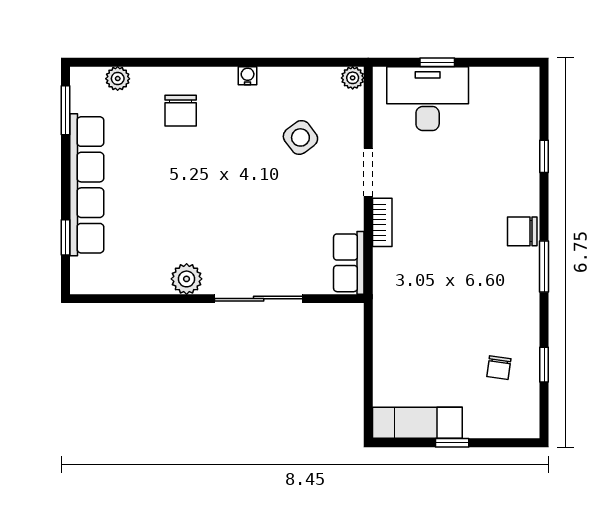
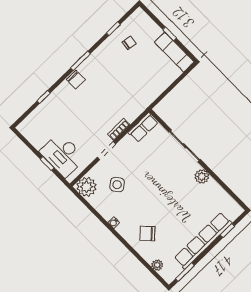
plant: (353, 78) -> (87, 187), width x1.88, depth x1.88
chair: (181, 111) -> (147, 234), turned -134

